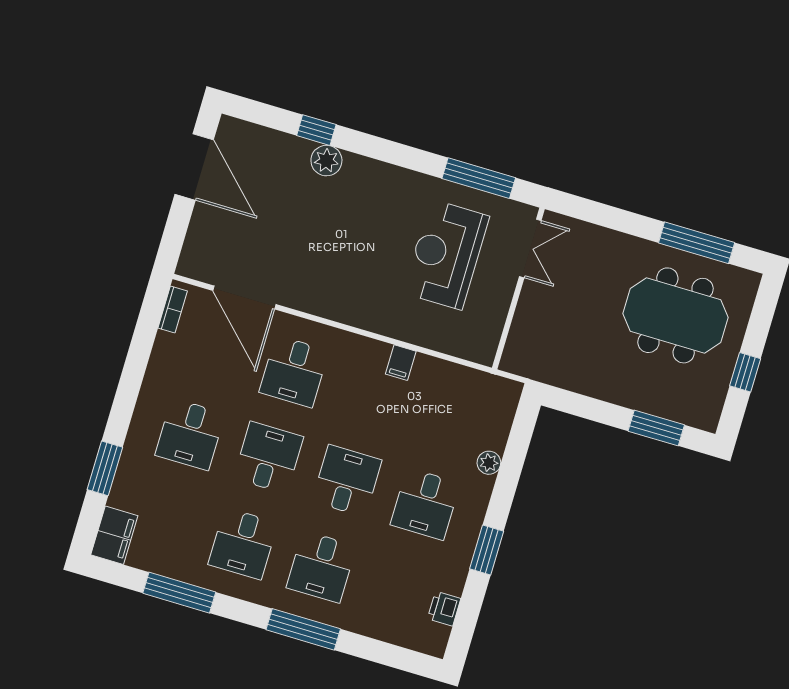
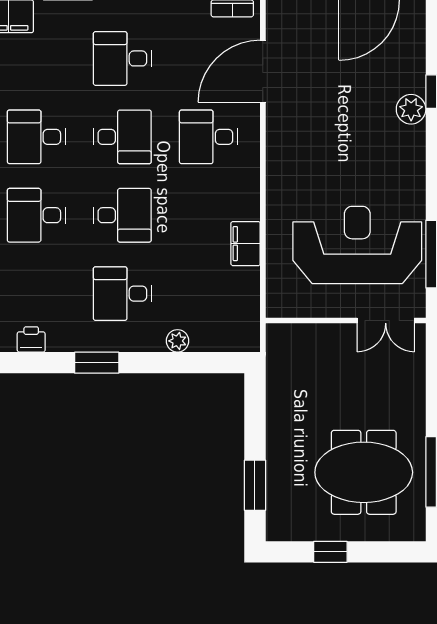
reception desk: (446, 255) -> (357, 245), width x1.36, depth x1.30
meeting table: (675, 315) -> (364, 472), turned 90
filing cabinet: (401, 363) -> (246, 244), width x2.00

